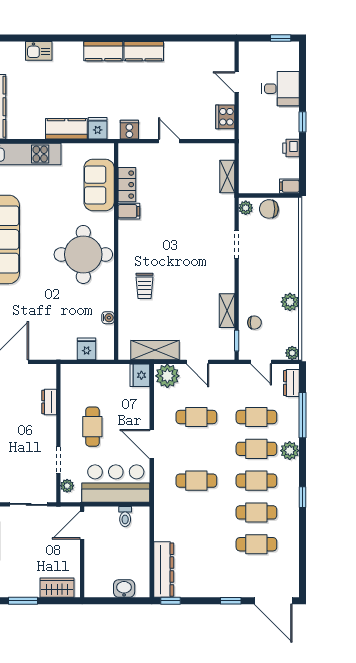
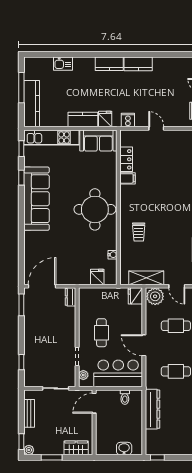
sofa: (99, 185) -> (98, 141), moved, turned -90
dresser: (49, 402) -> (70, 297), moved
dresser: (164, 570) -> (152, 409), moved

